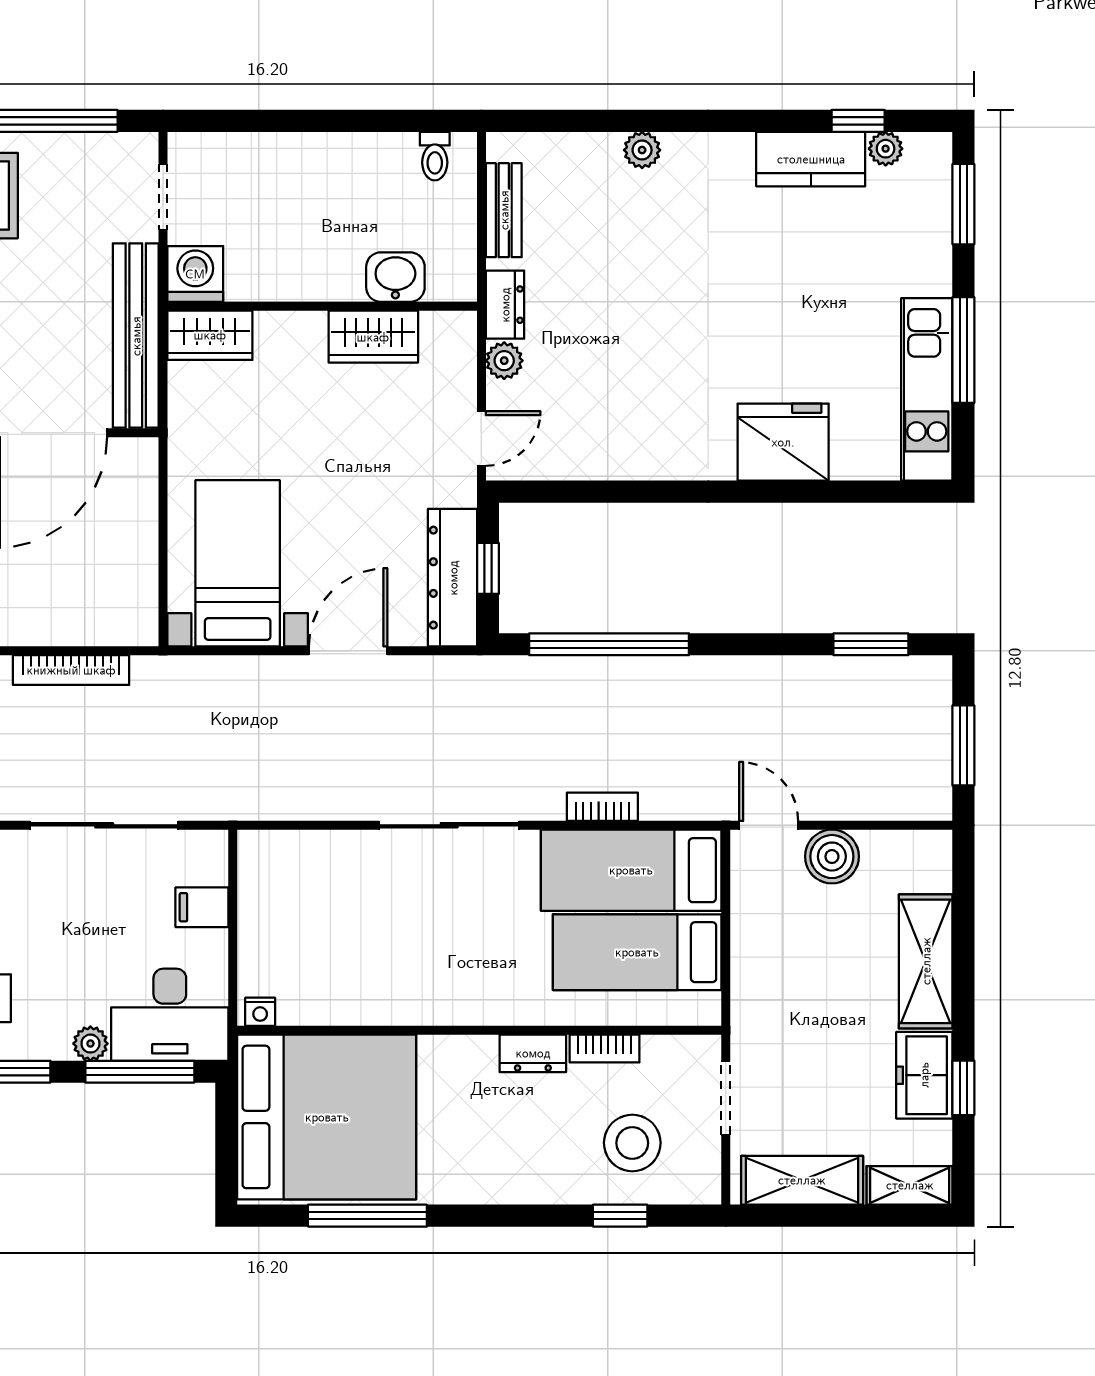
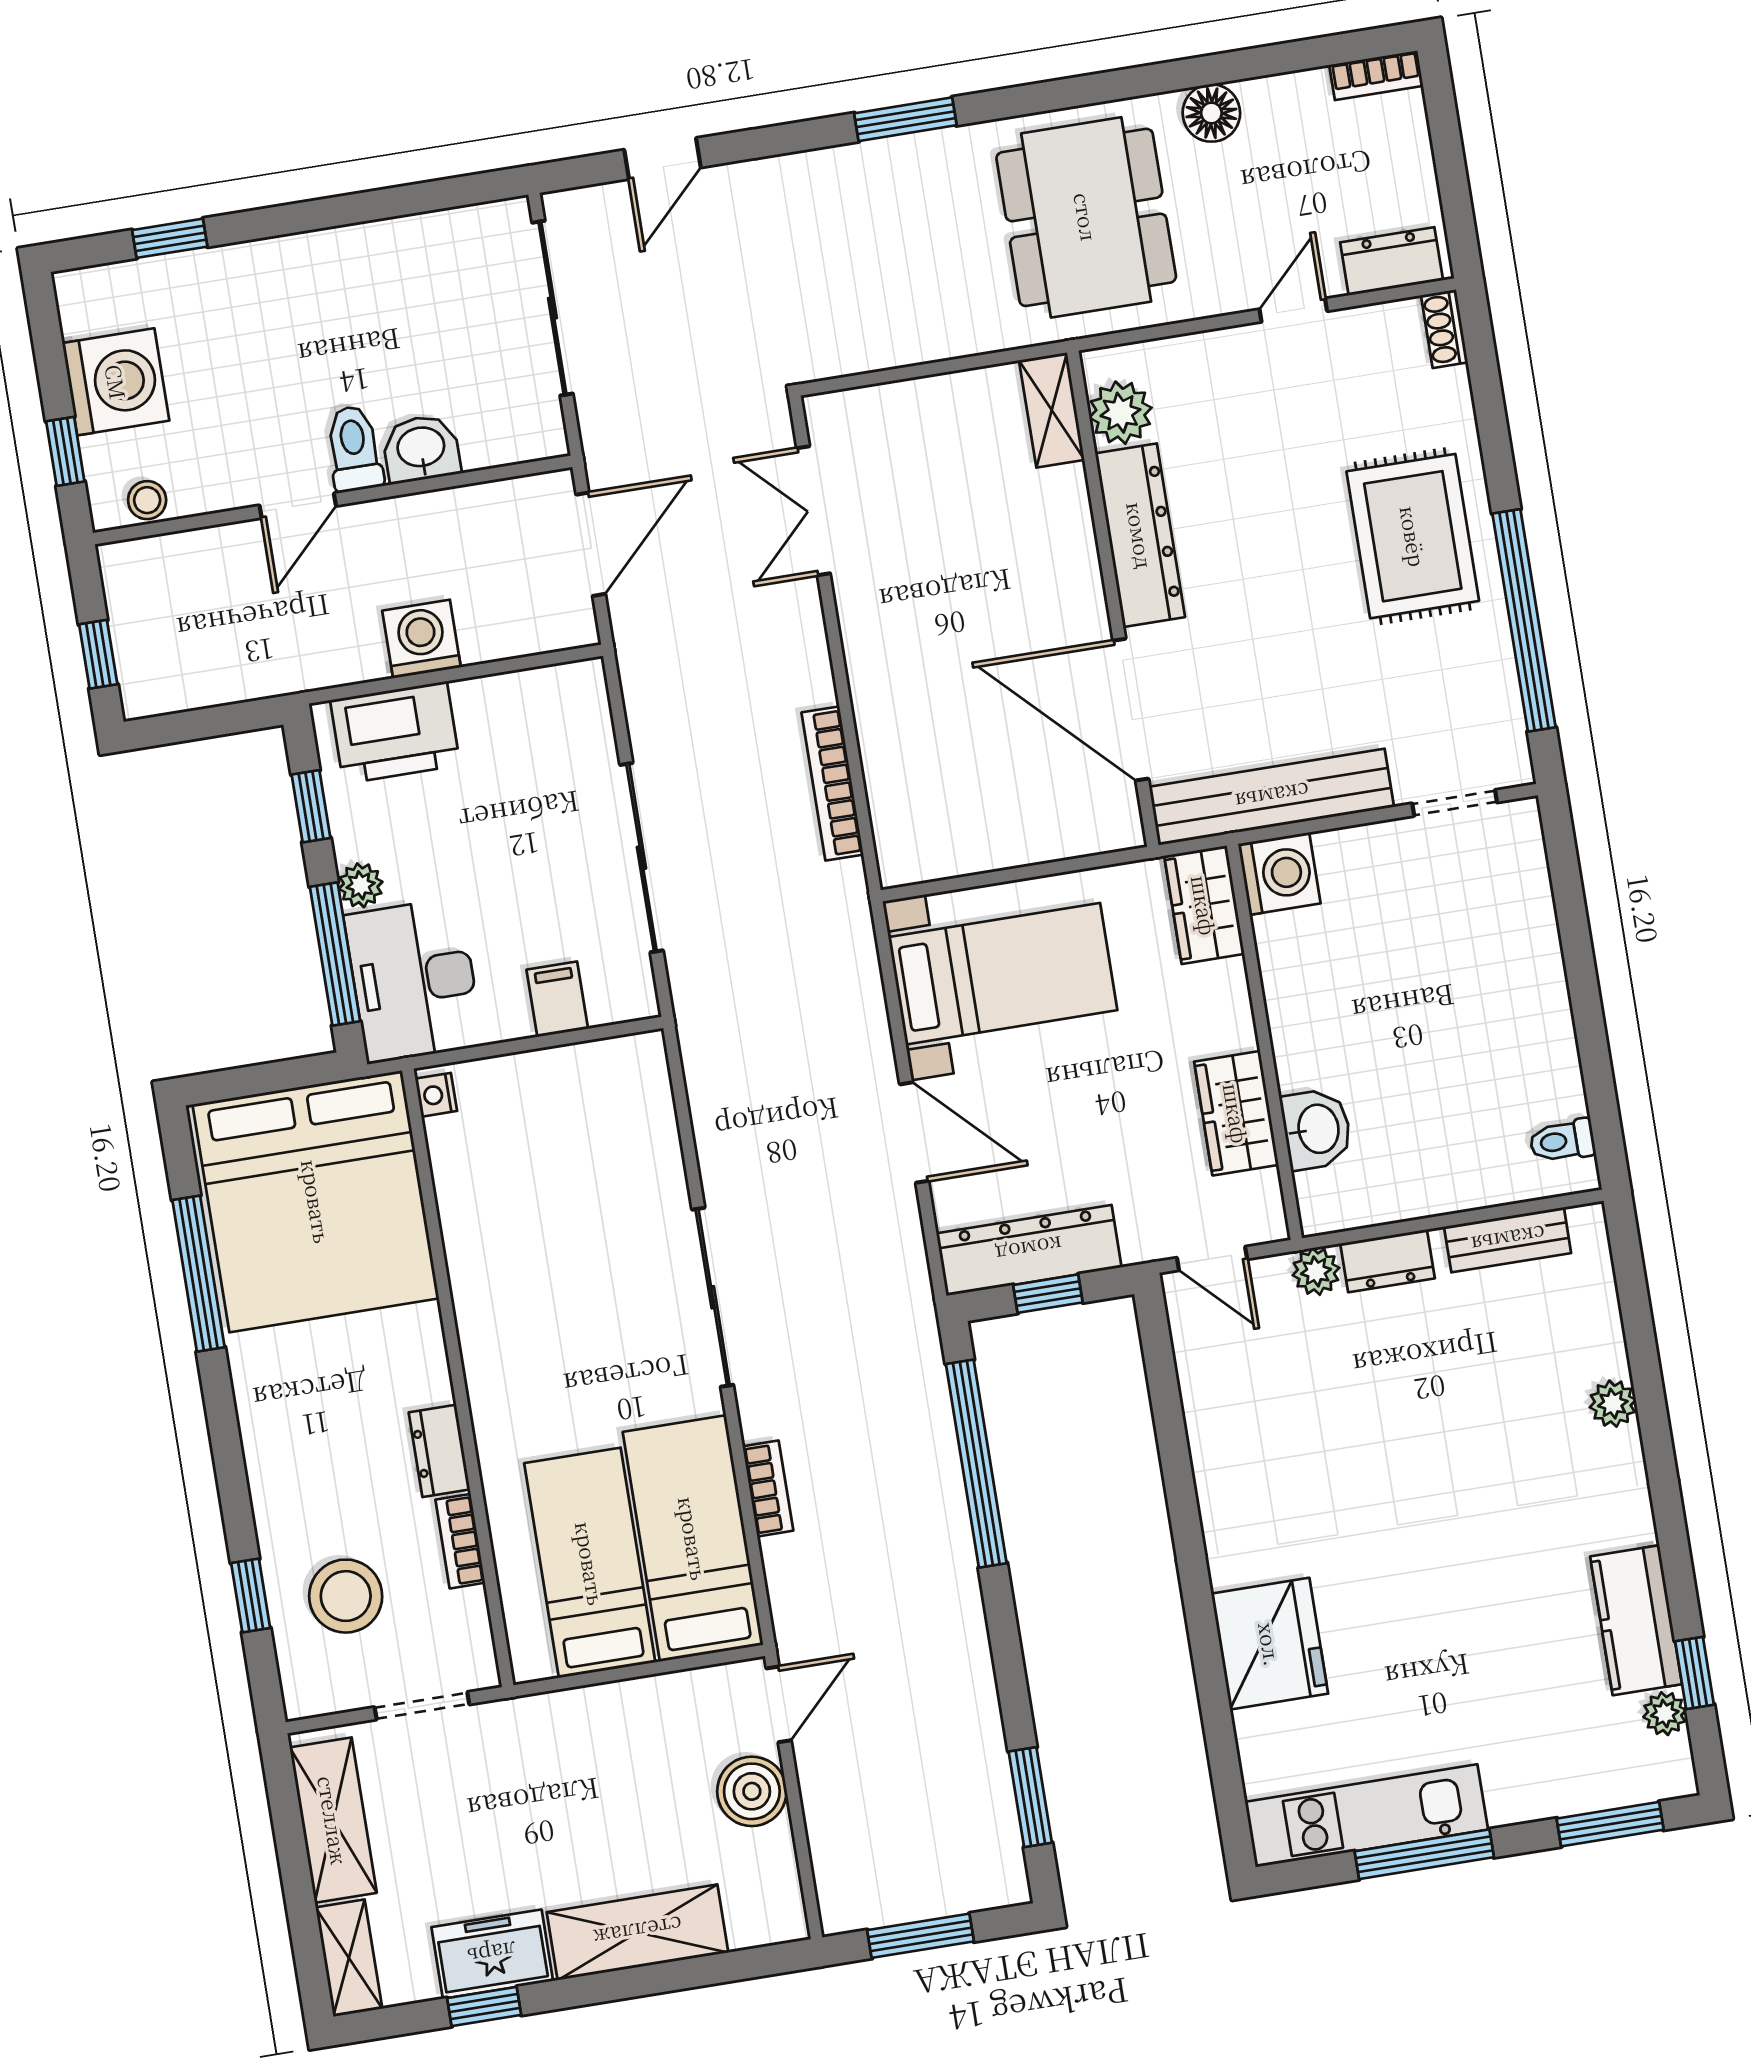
washing machine: (195, 274) -> (1279, 874), moved
washbasin: (395, 277) -> (1317, 1129), moved
wall: (322, 306) -> (1264, 1042), moved
wardrobe: (210, 335) -> (1204, 905), moved
wardrobe: (373, 337) -> (1236, 1113), moved

